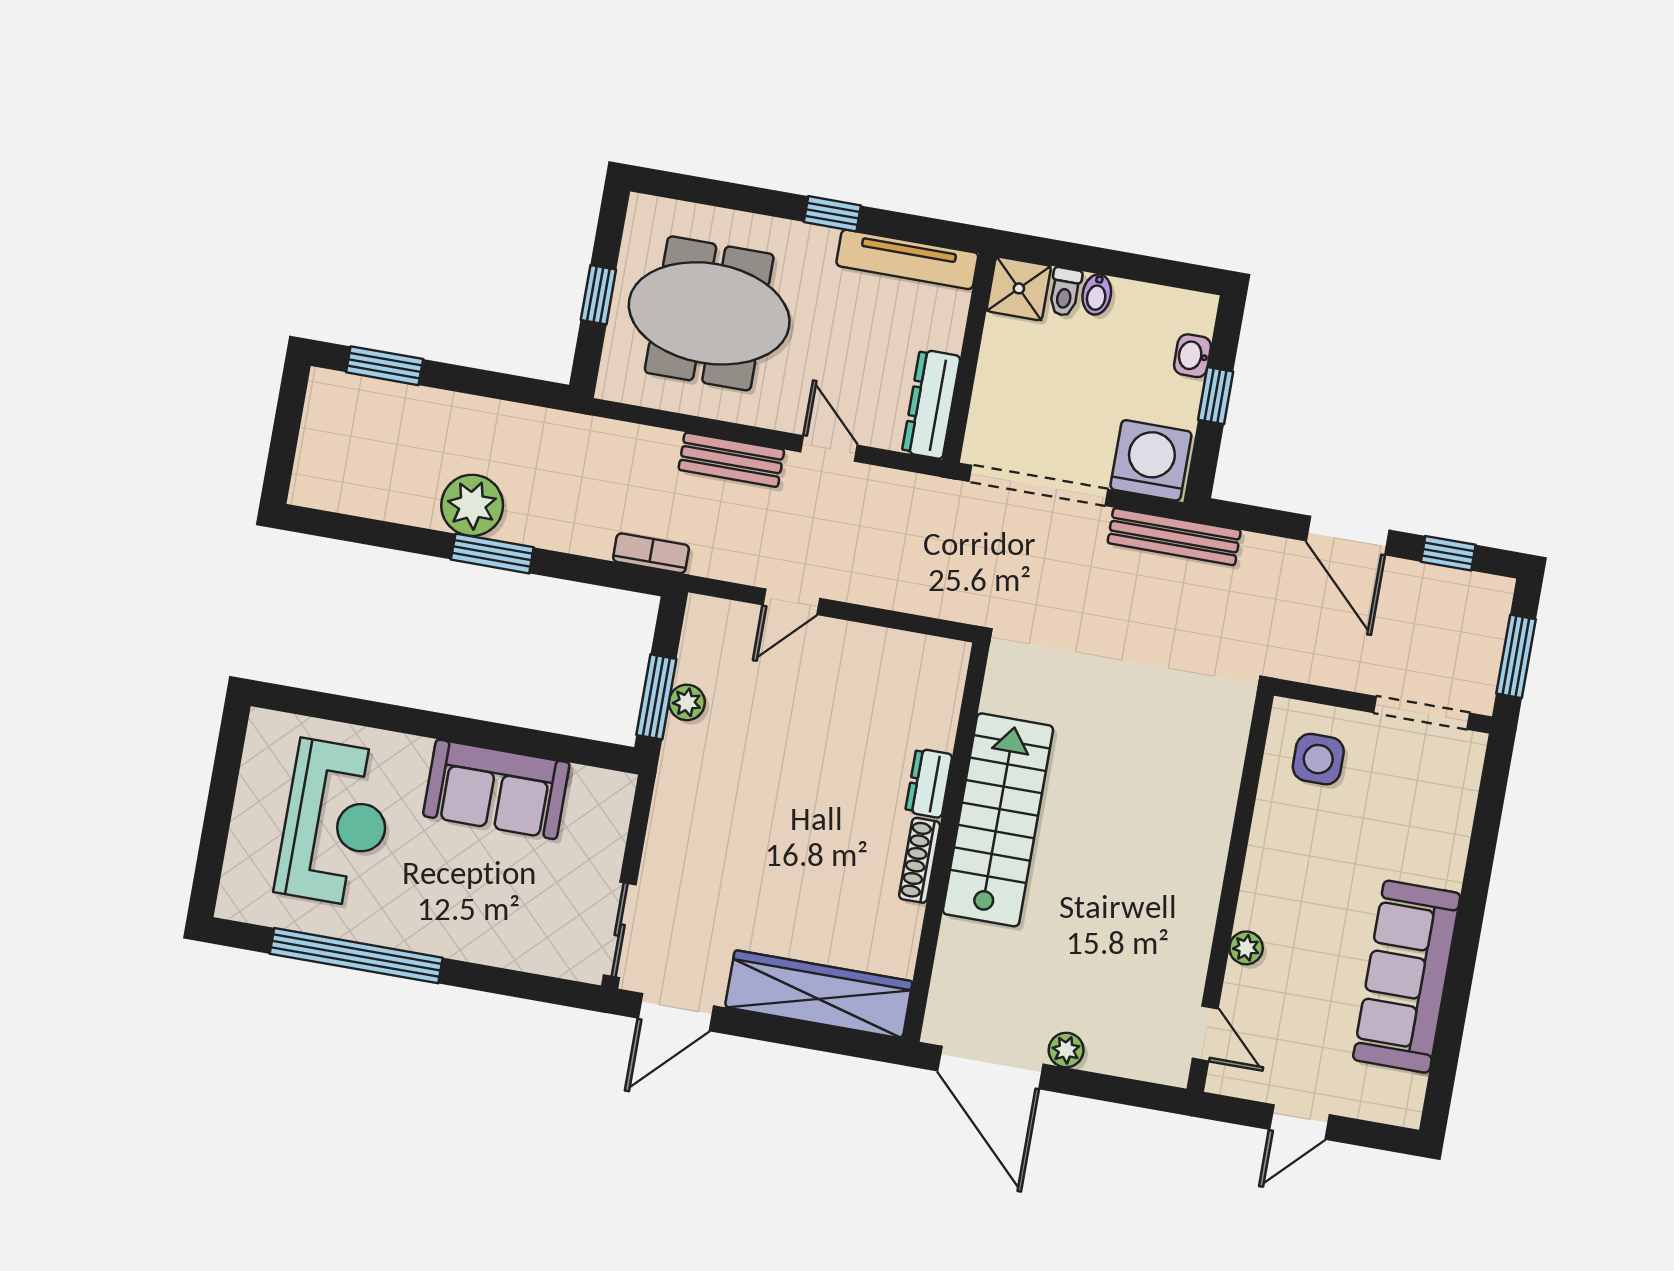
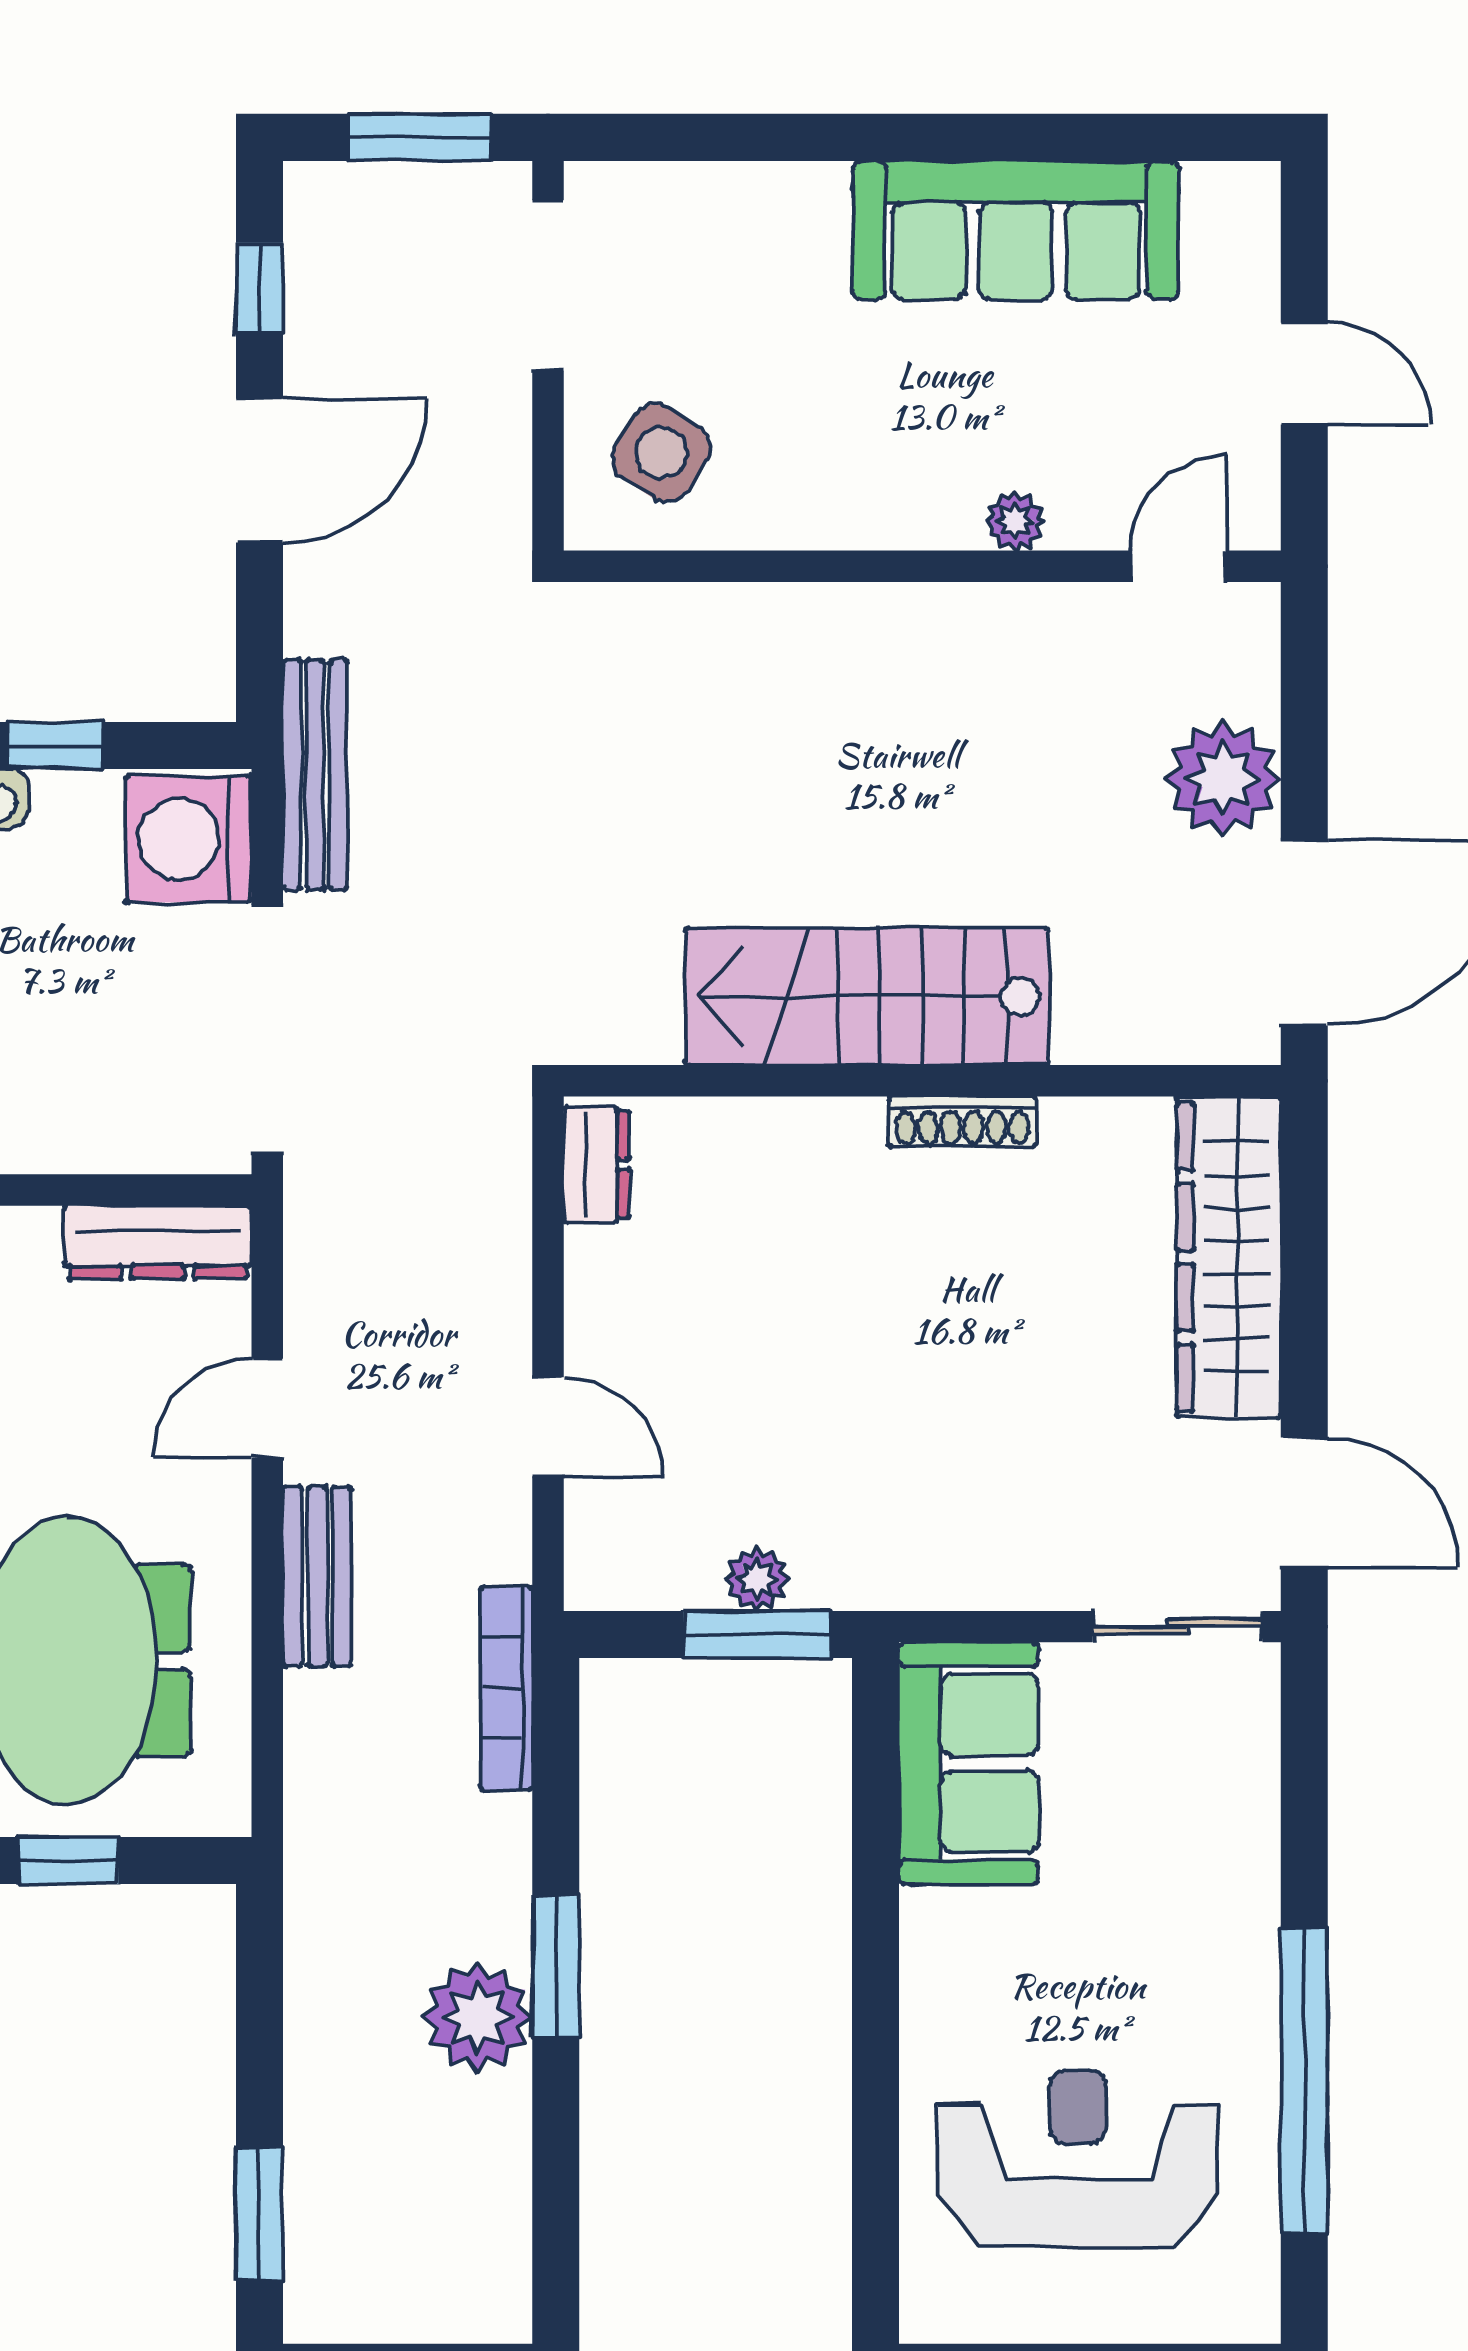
bookcase: (651, 553) -> (506, 1688), width x1.56
side table: (1318, 759) -> (661, 453), turned 33
dresser: (929, 783) -> (596, 1165), moved, turned -90
sofa: (496, 789) -> (969, 1763), moved
plant: (1066, 1050) -> (1223, 779), width x1.88, depth x1.88

